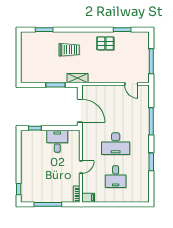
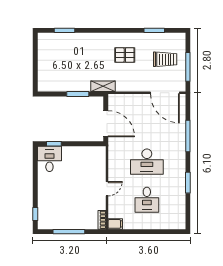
pallet: (105, 43) -> (125, 55), moved
trolley: (69, 50) -> (165, 59), moved
door: (131, 84) -> (165, 93), width x1.88
desk: (57, 141) -> (49, 159), moved

